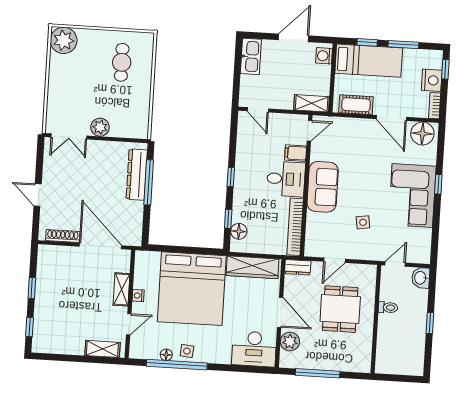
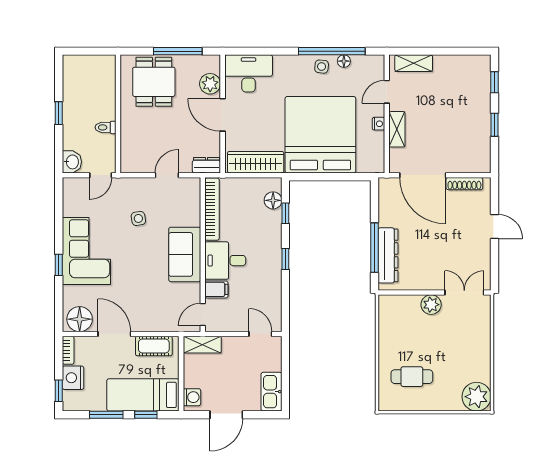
cafe table: (122, 62) -> (412, 377), turned 90
dining table: (340, 309) -> (154, 82), moved

